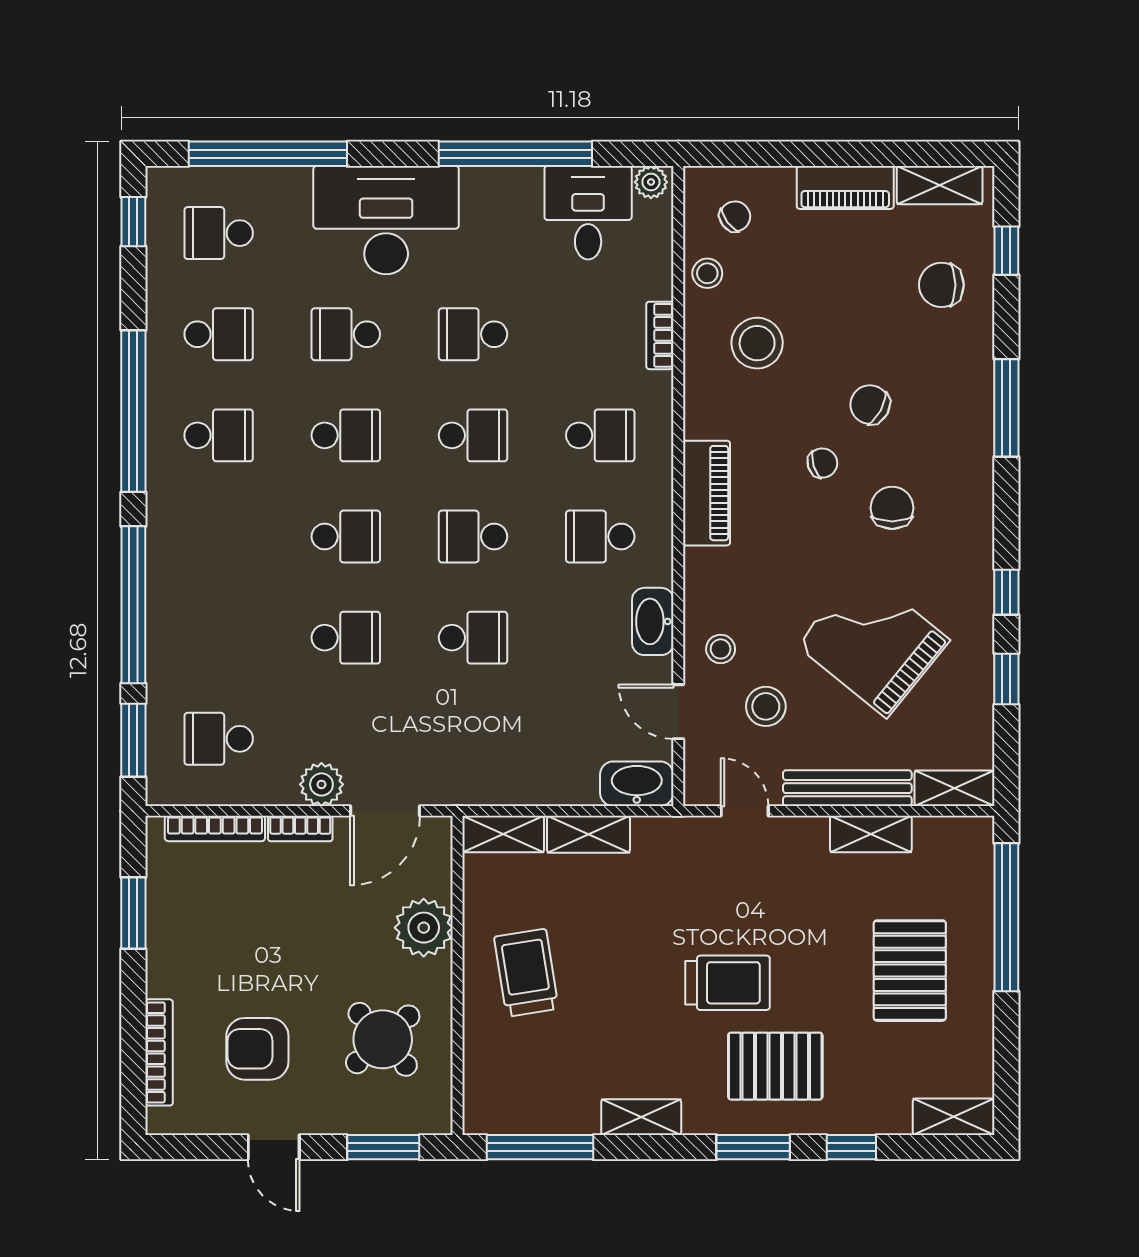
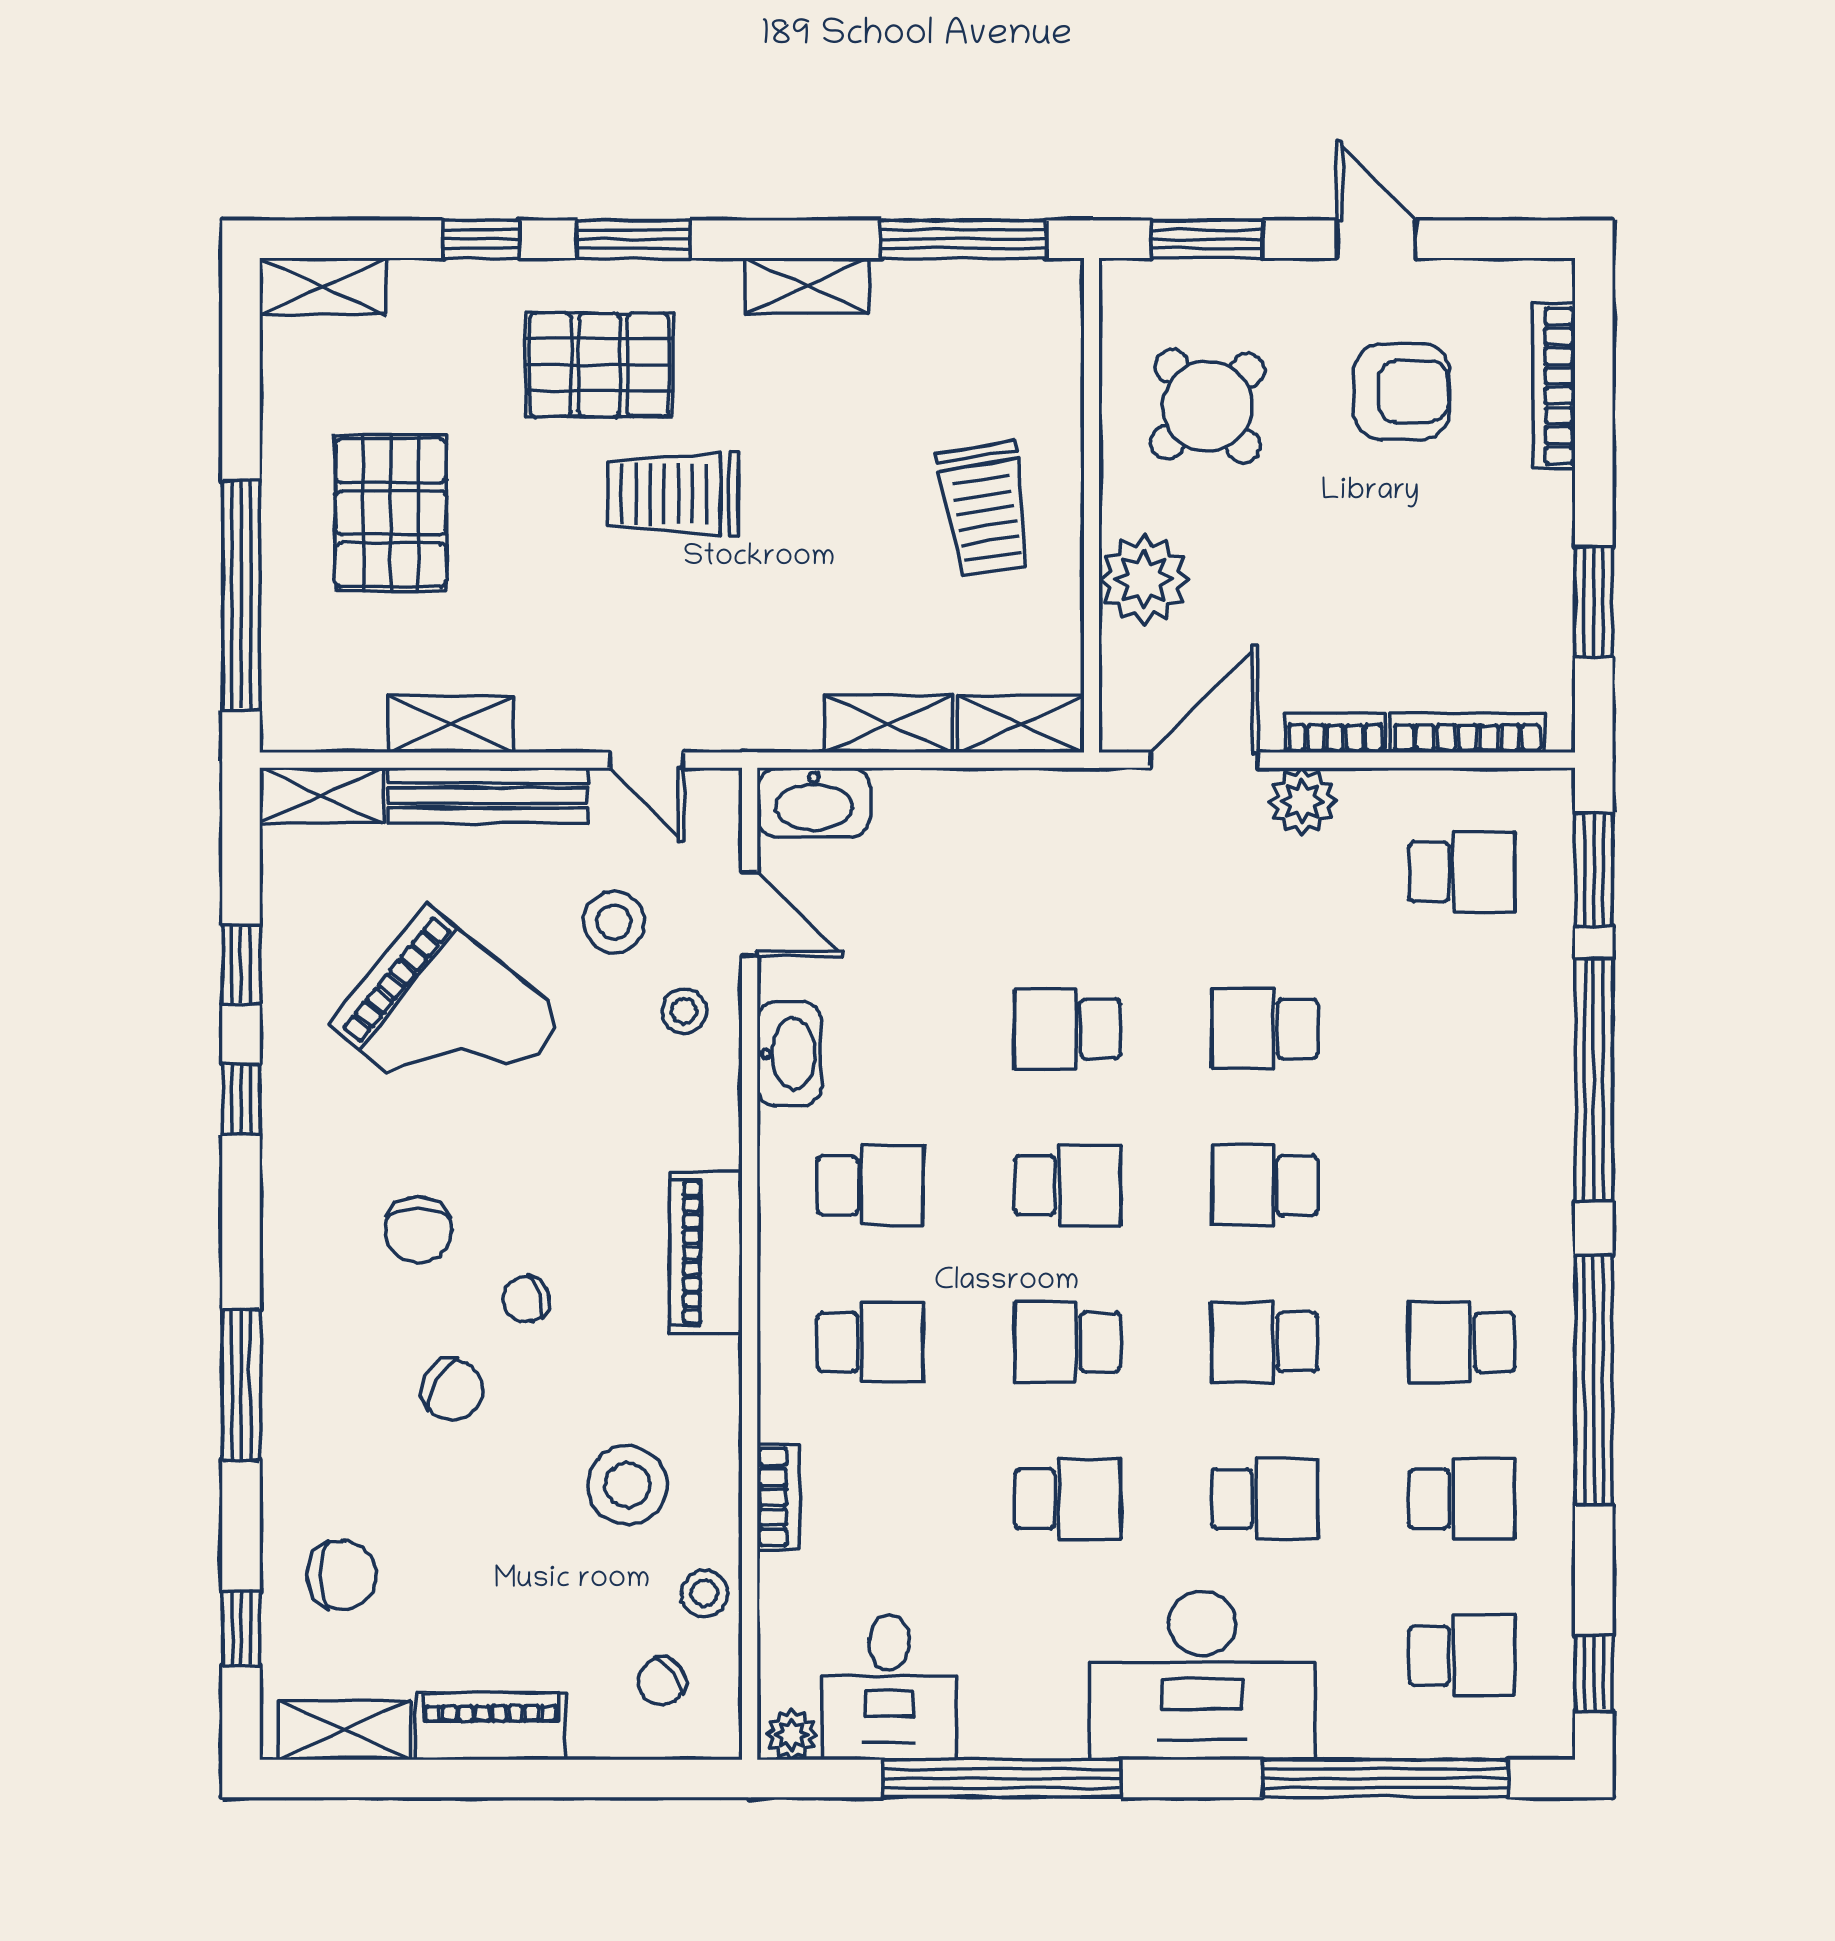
school desk: (219, 334) -> (1462, 1499), turned 180
school desk: (600, 435) -> (870, 1342), turned 180

